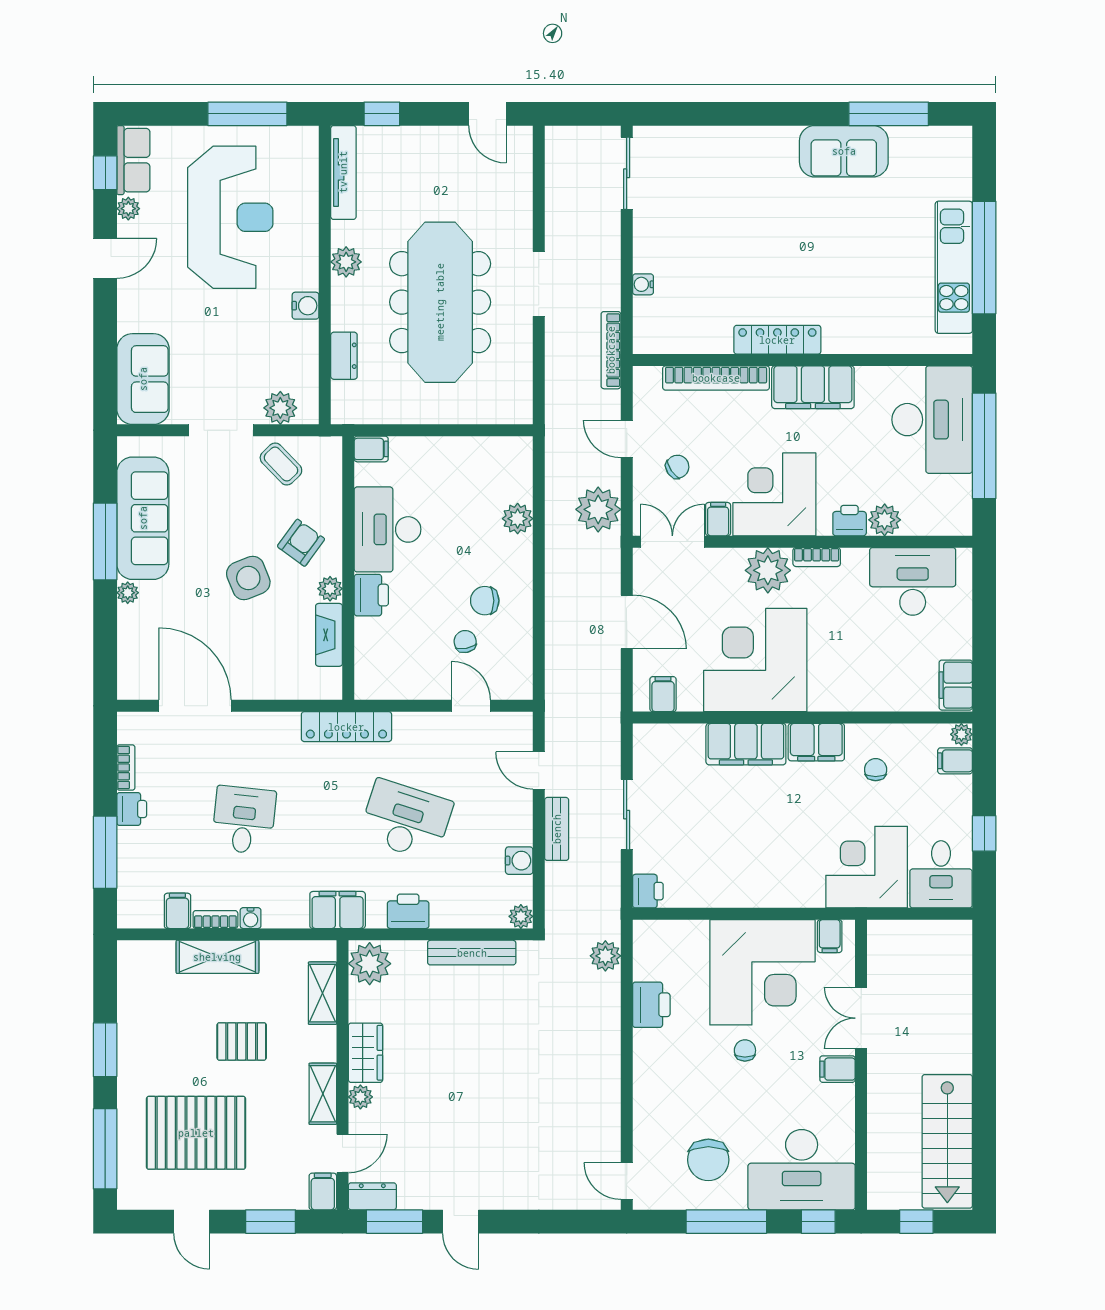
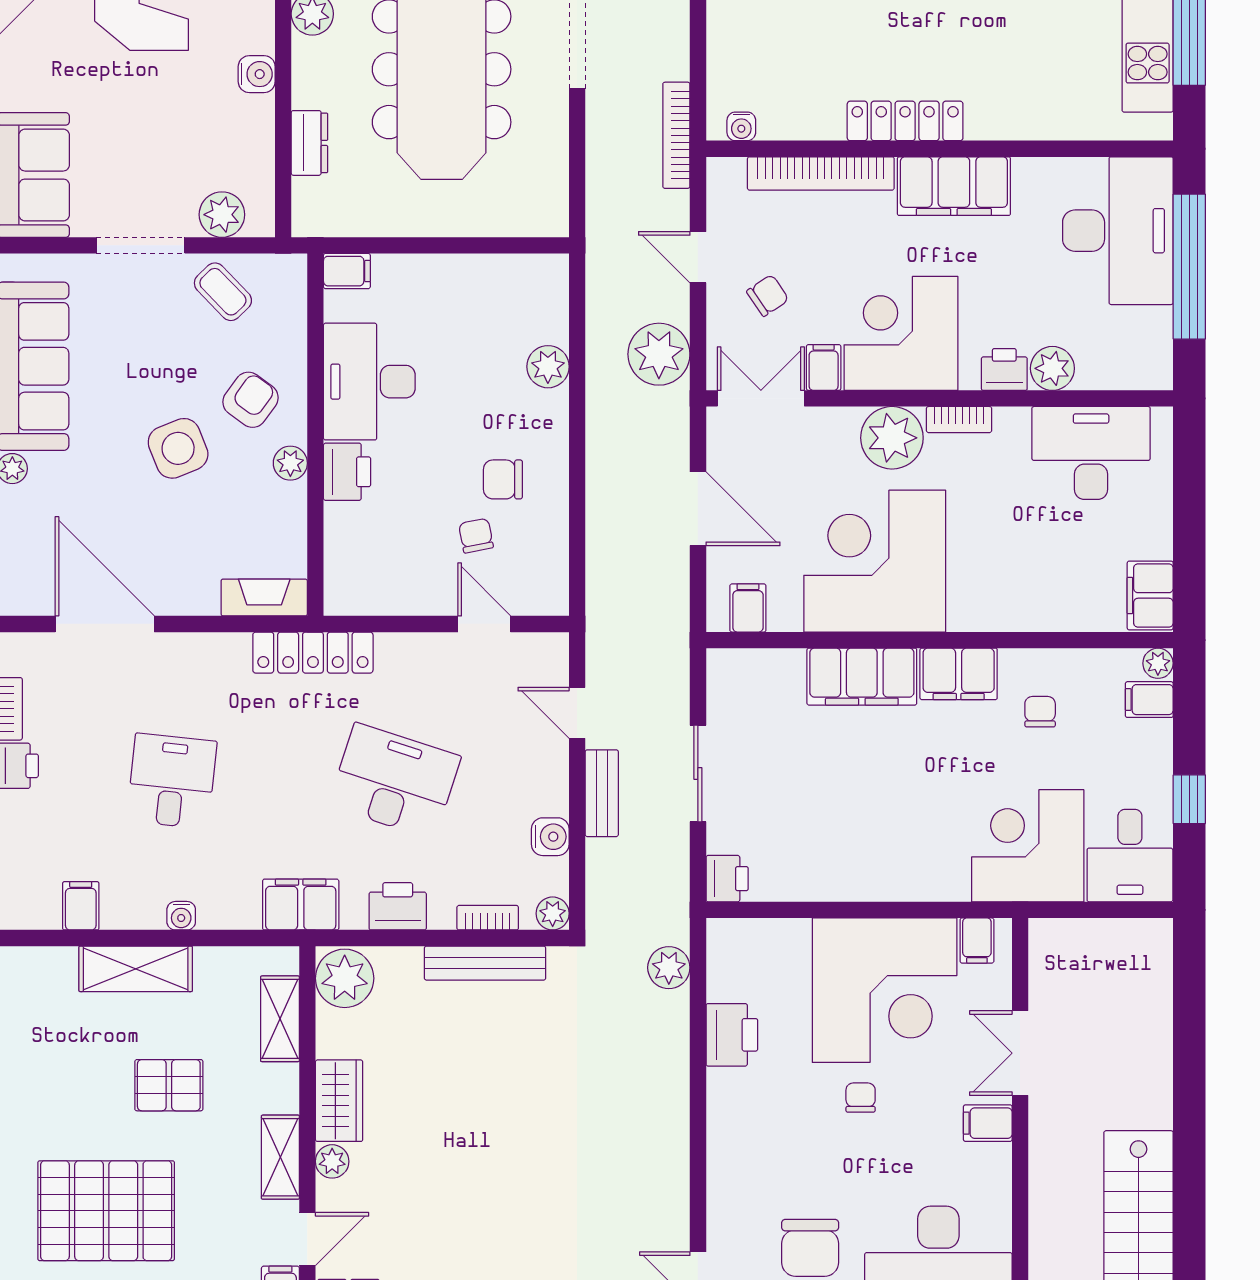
water cooler: (643, 284) -> (741, 126), moved, turned -90
fireplace: (329, 635) -> (264, 597), moved, turned 90
bookcase: (215, 920) -> (488, 918), moved

